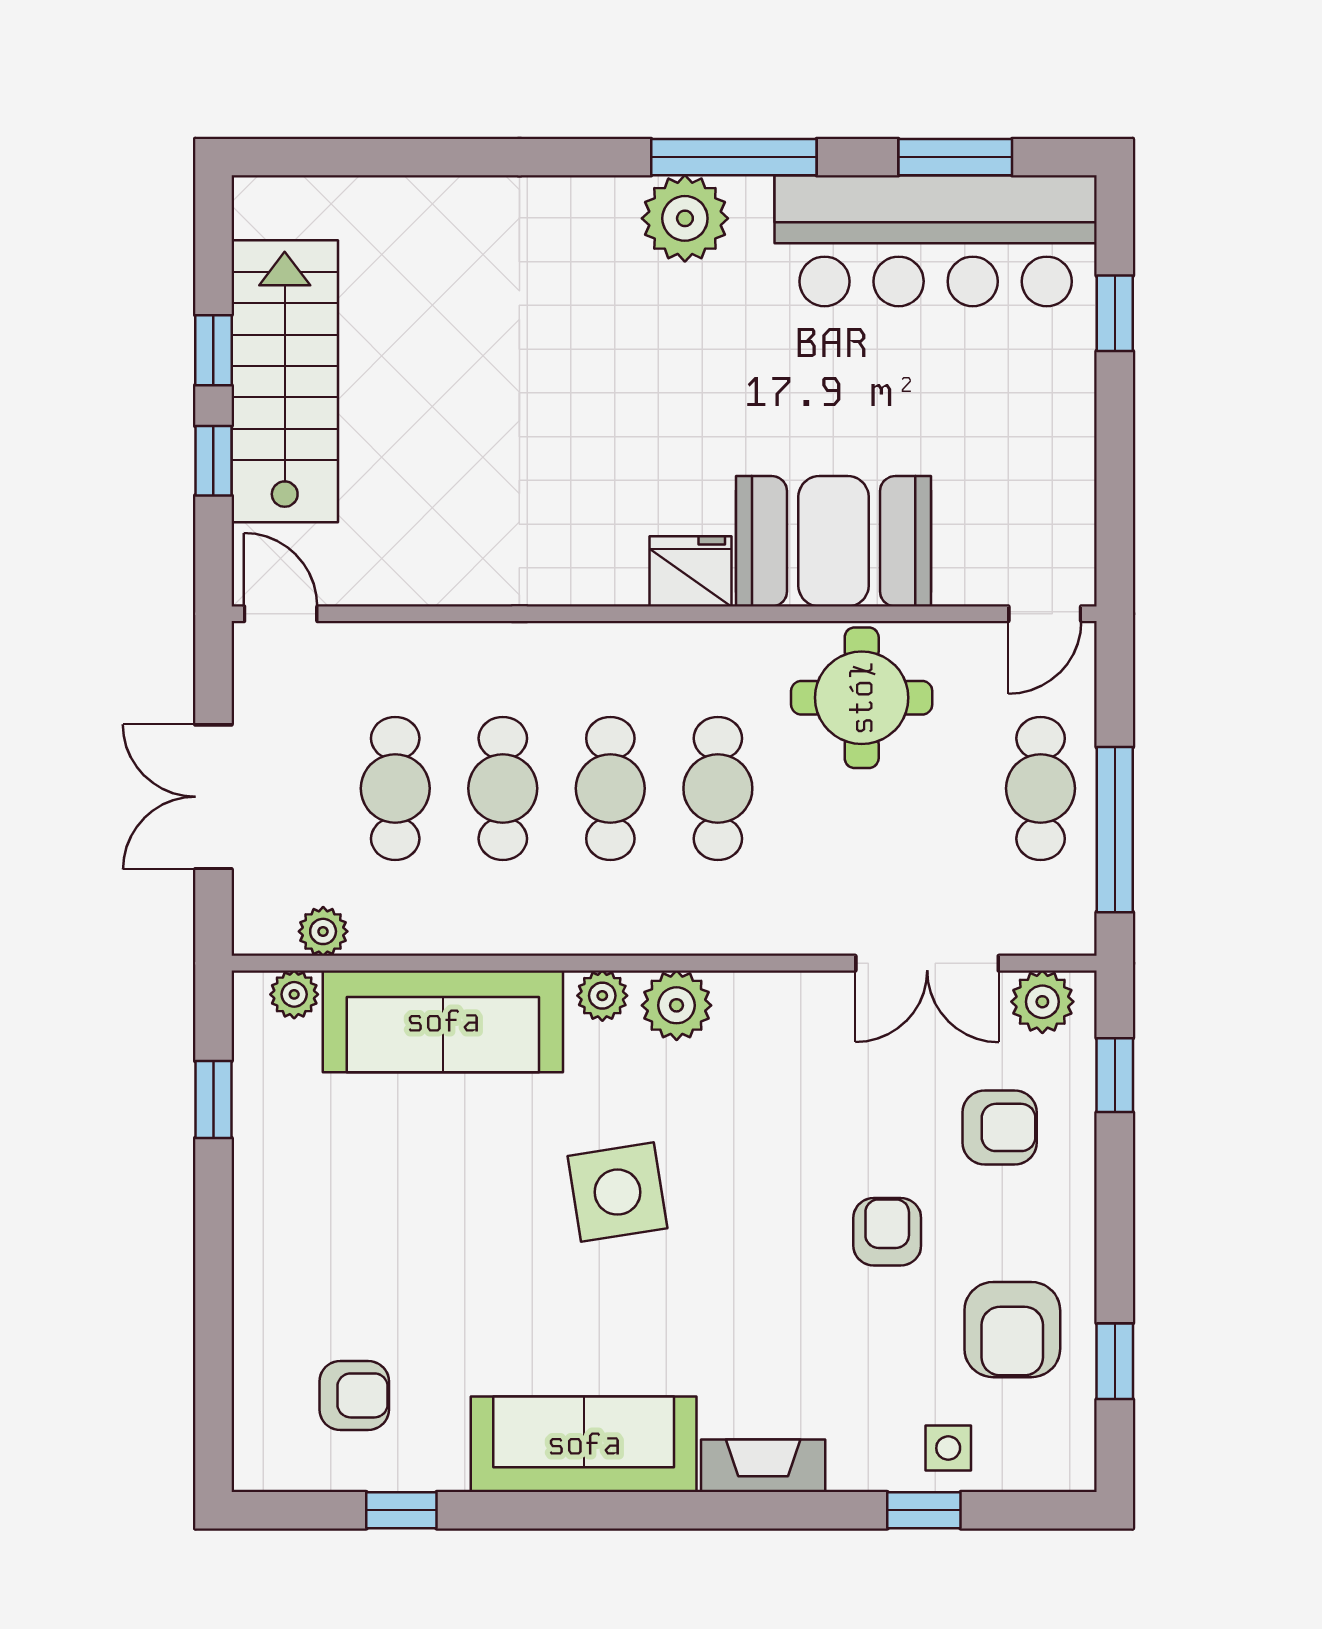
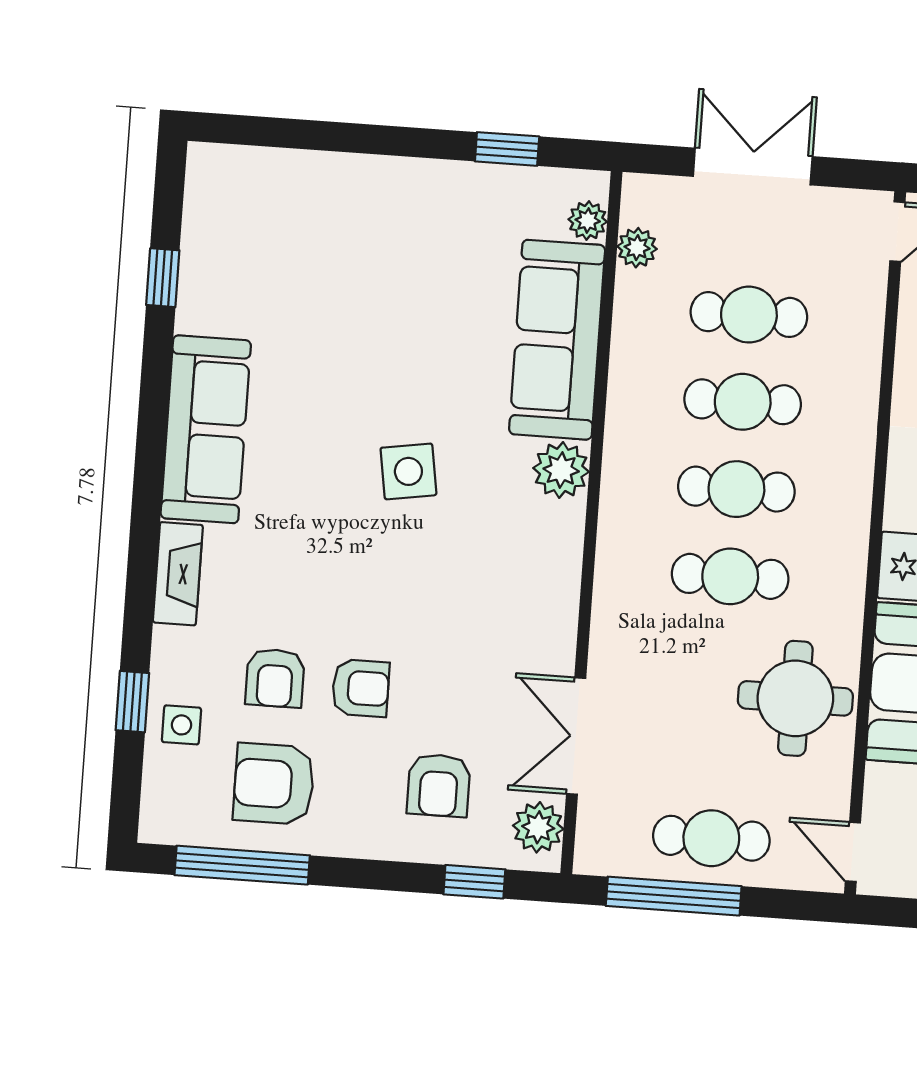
plant: (602, 996) -> (561, 470), width x1.38, depth x1.38
plant: (677, 1005) -> (557, 530), removed
side table: (617, 1192) -> (408, 471), width x0.73, depth x0.73
window: (1115, 1361) -> (242, 865), width x2.17
armchair: (354, 1395) -> (275, 678), moved

